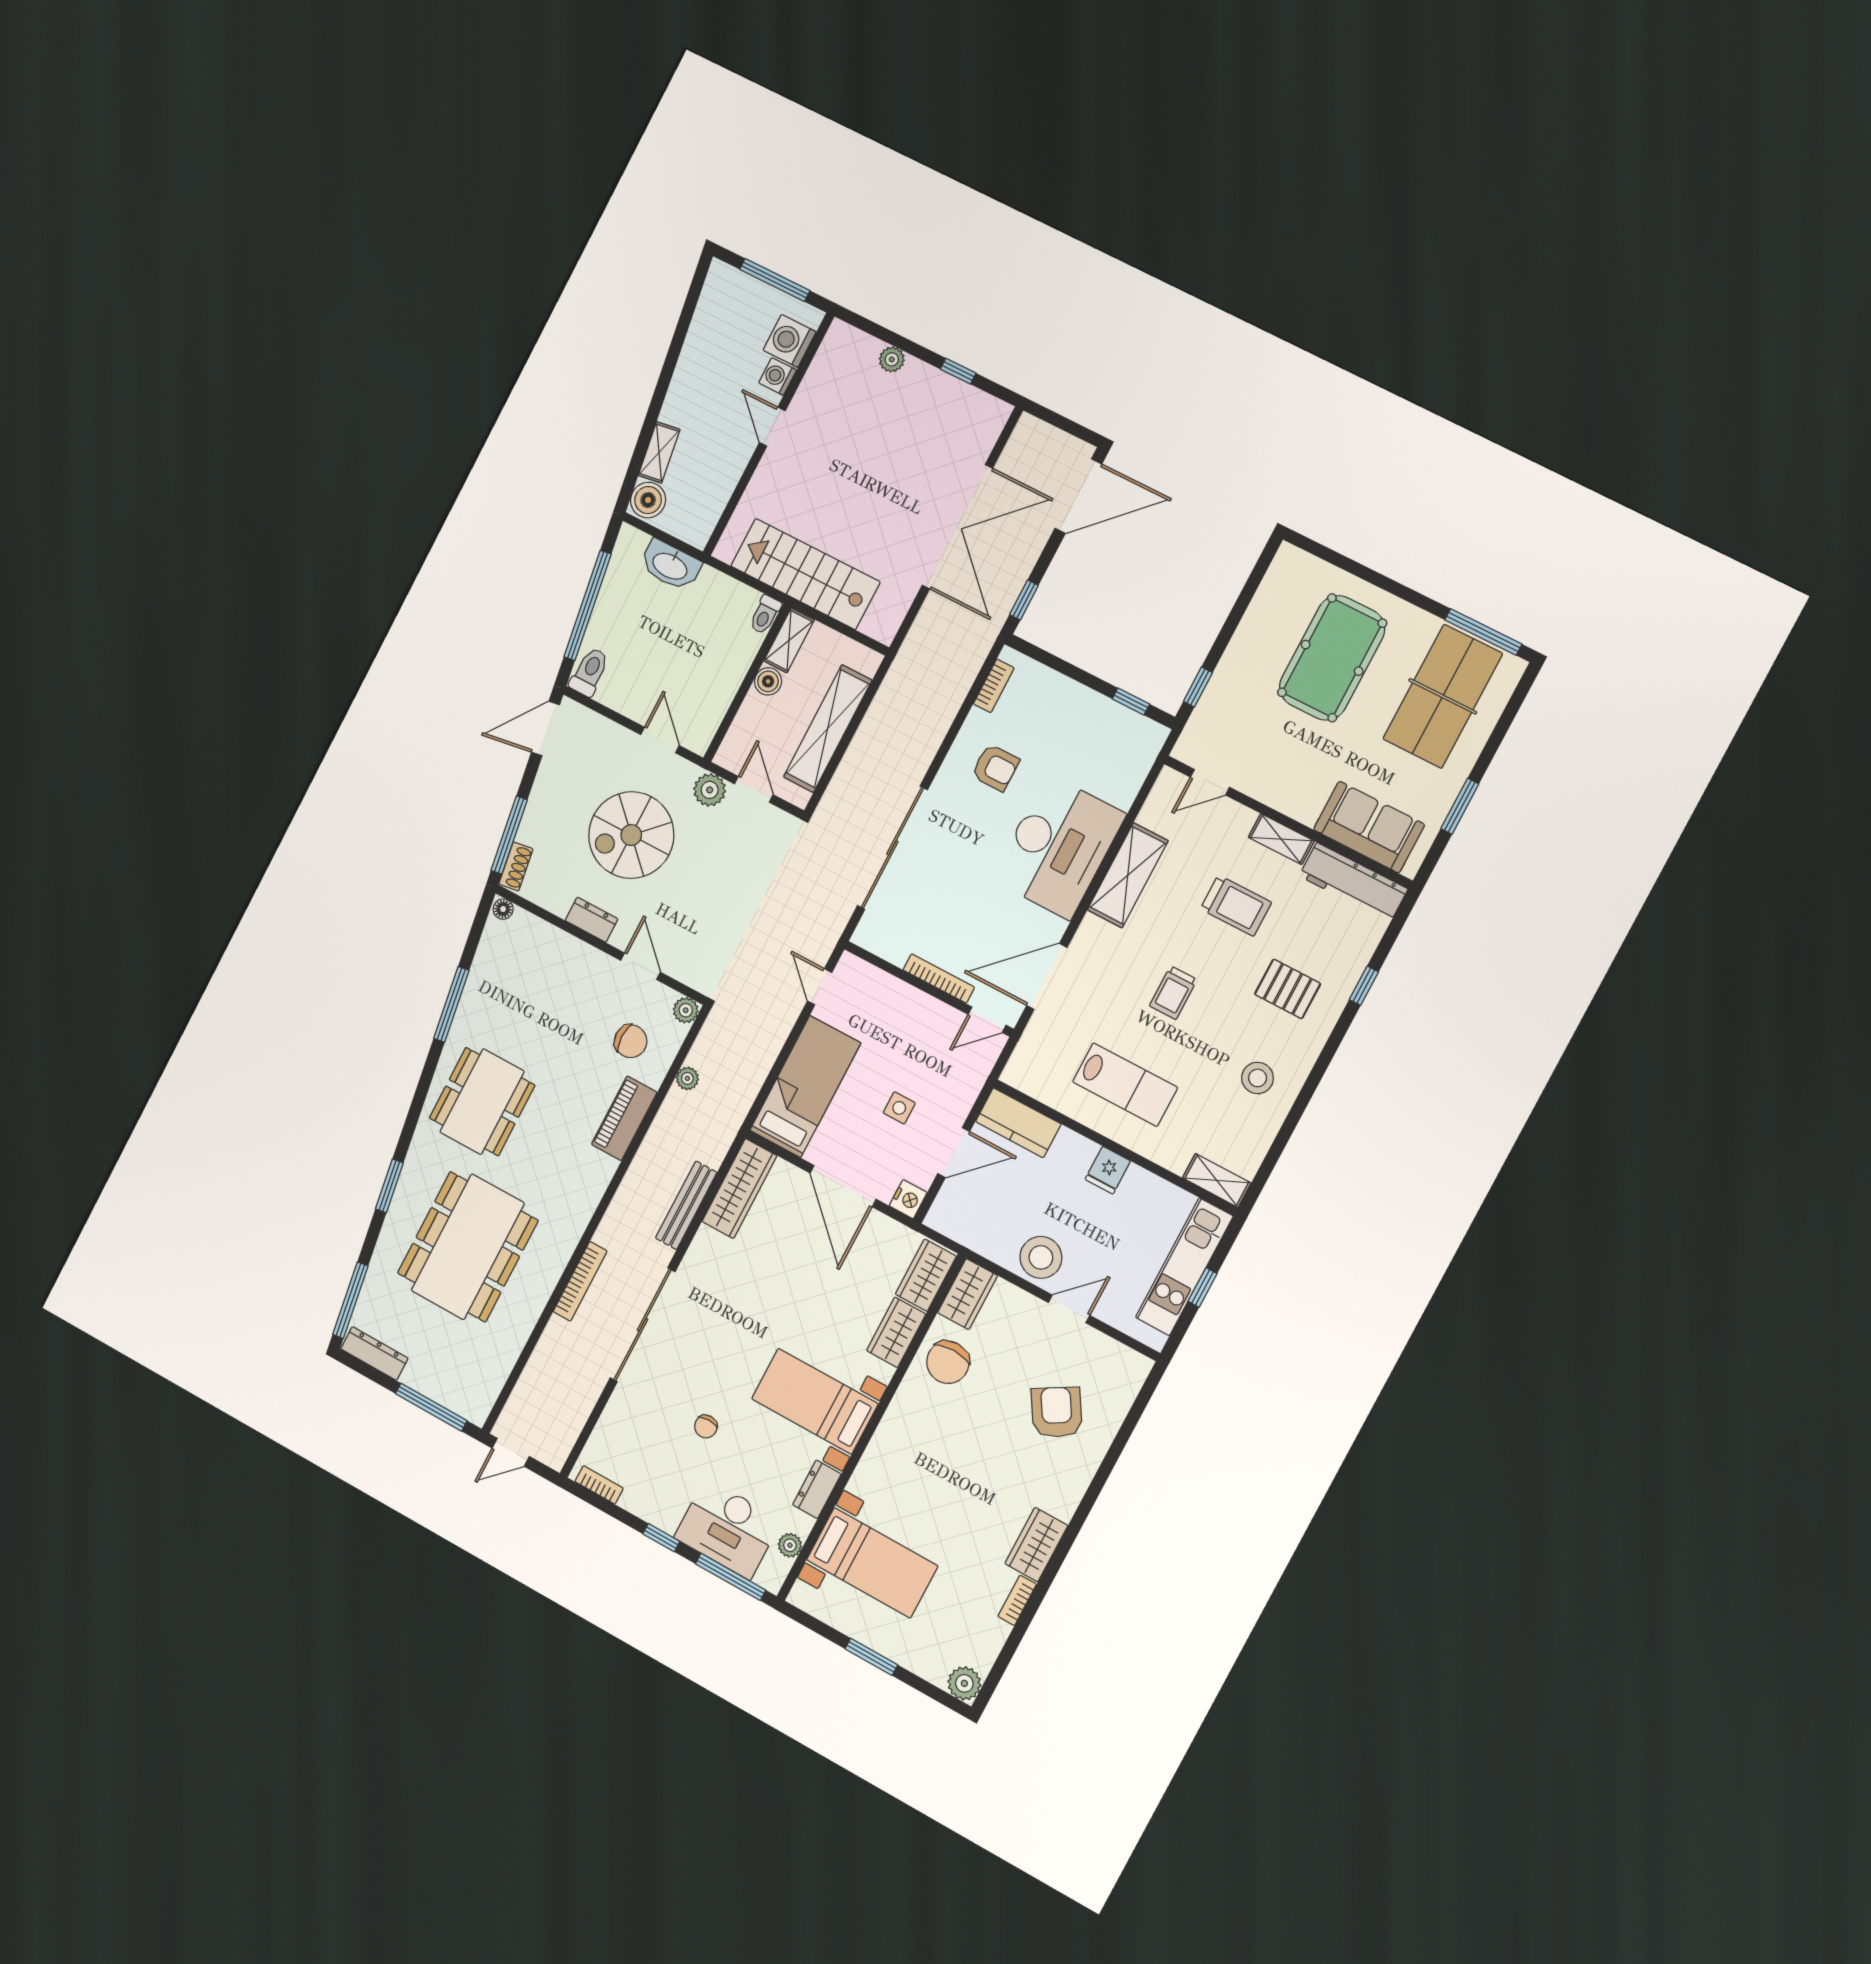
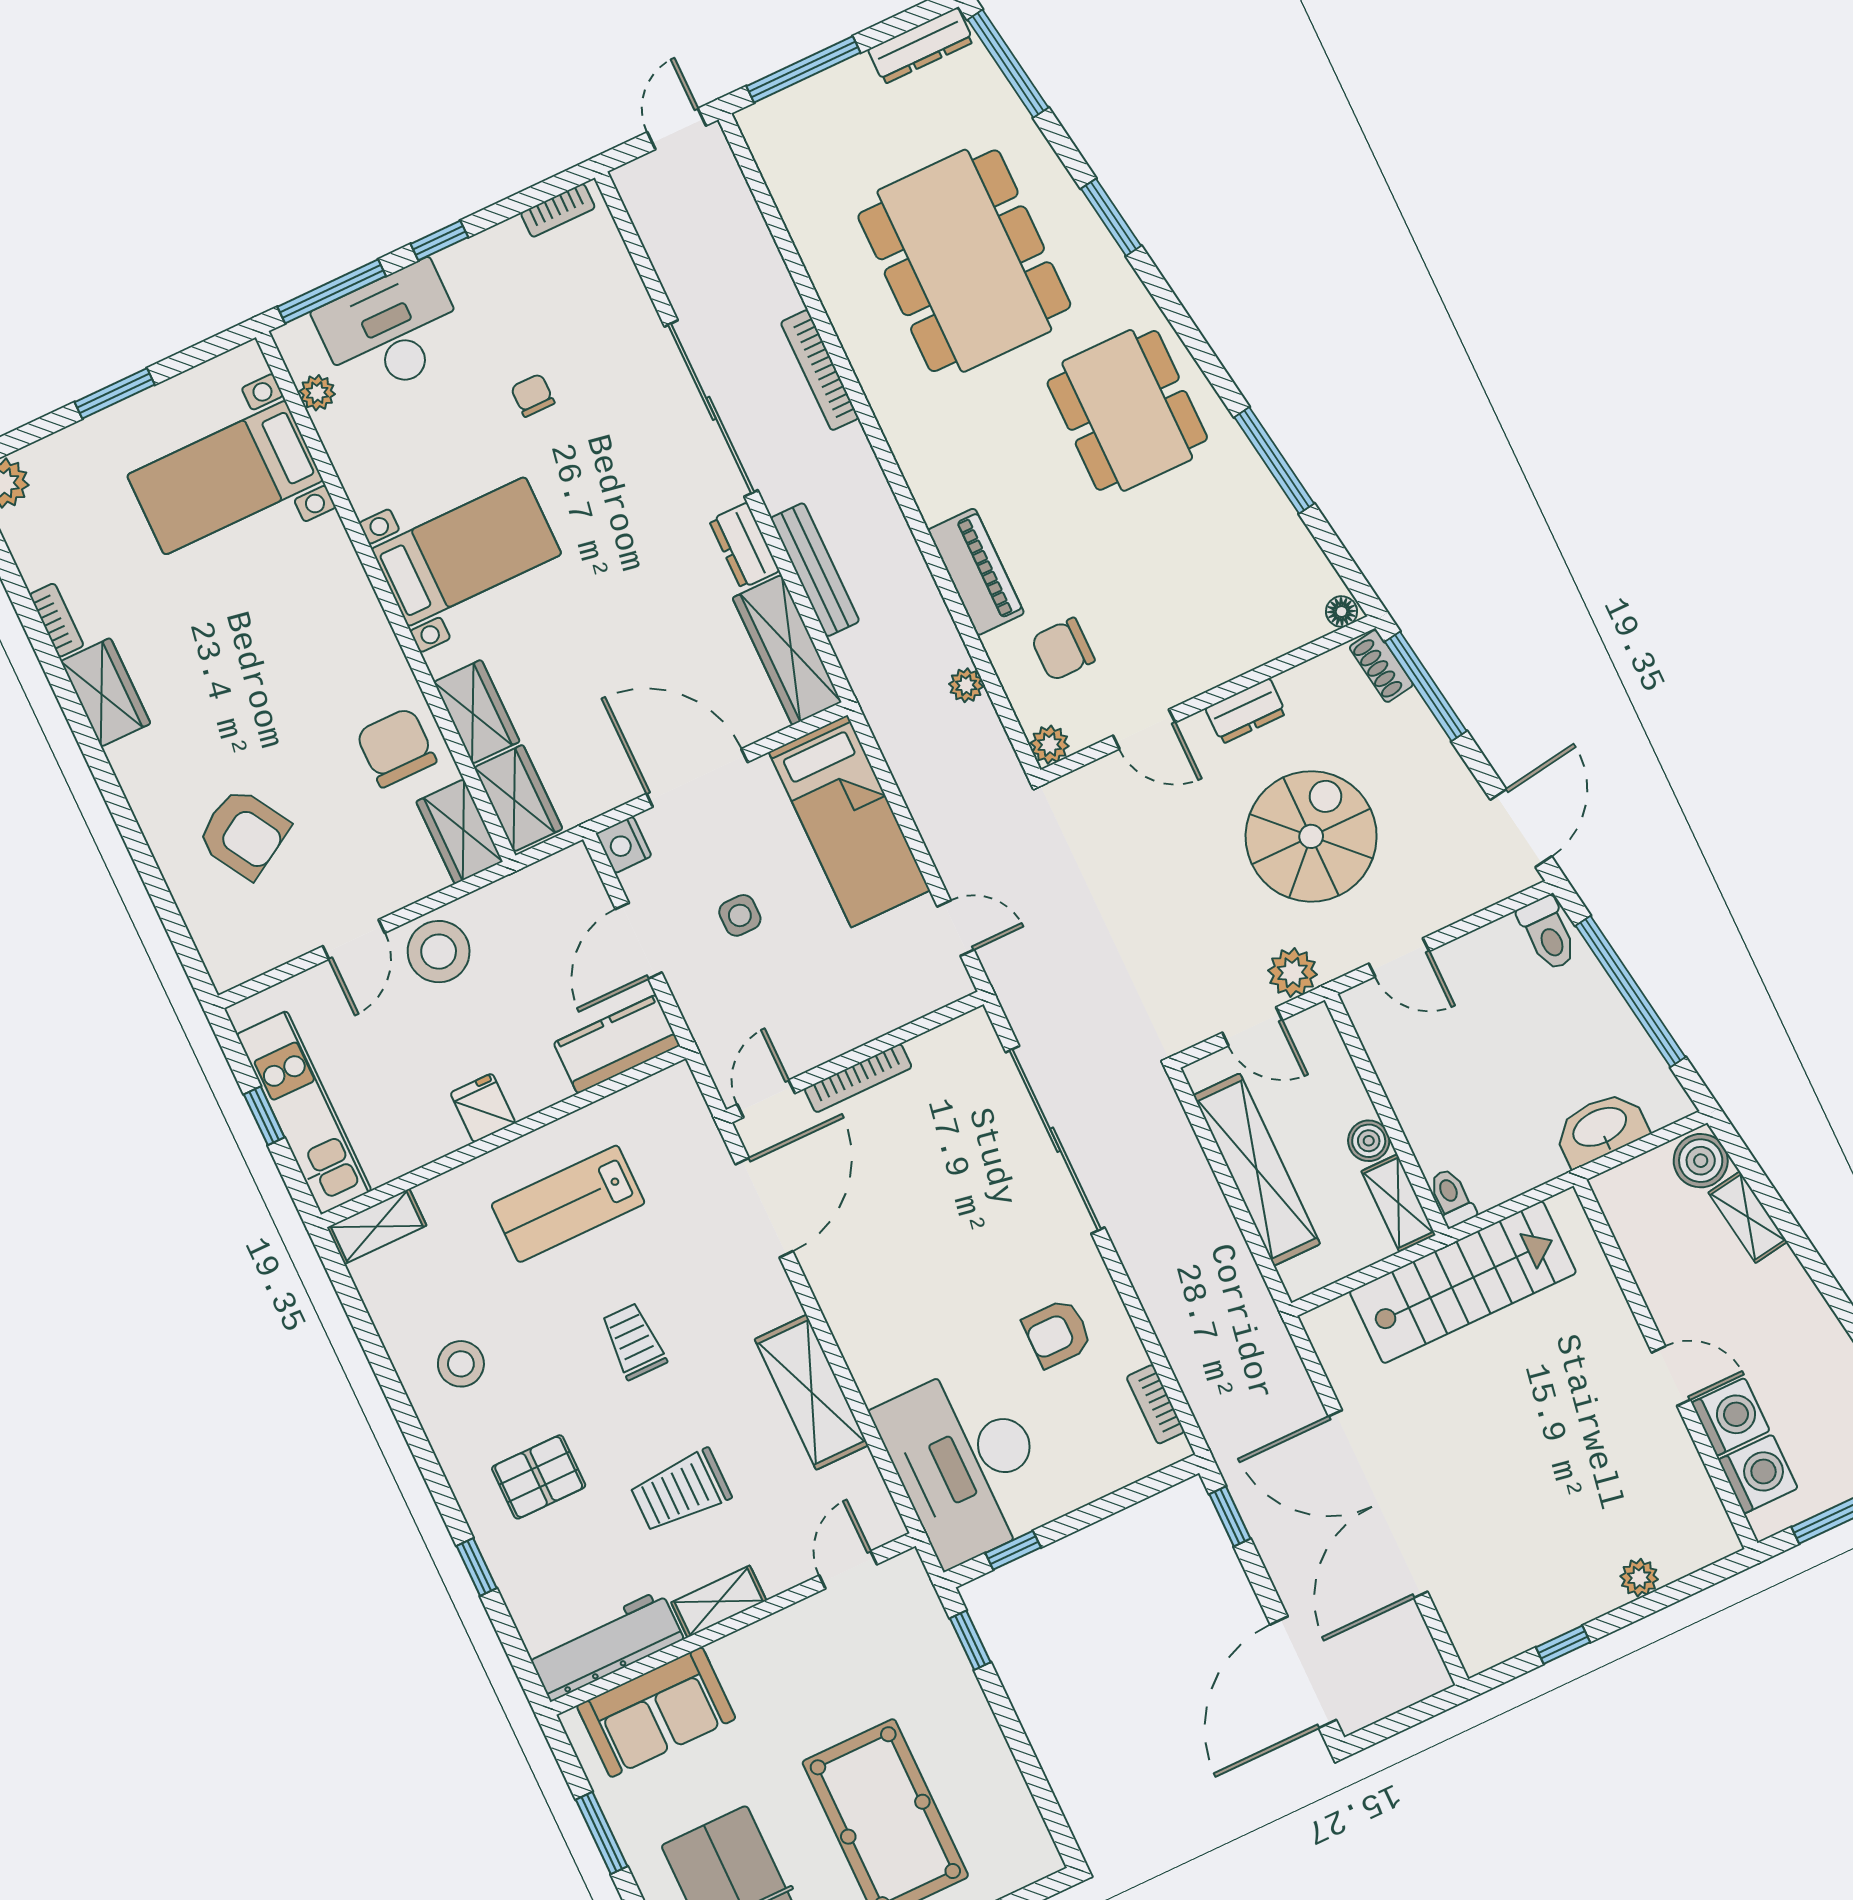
washing machine: (778, 376) -> (1731, 1417), width x1.38, depth x1.38
desk: (1059, 847) -> (966, 1463), moved
dresser: (817, 1489) -> (744, 546), moved, turned 180

